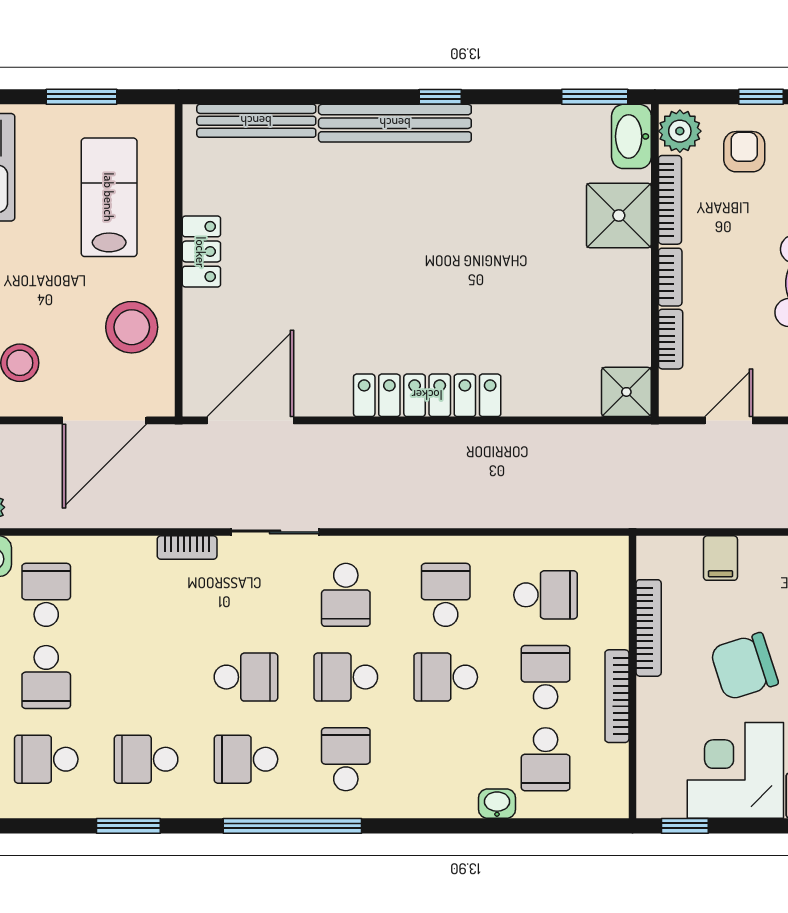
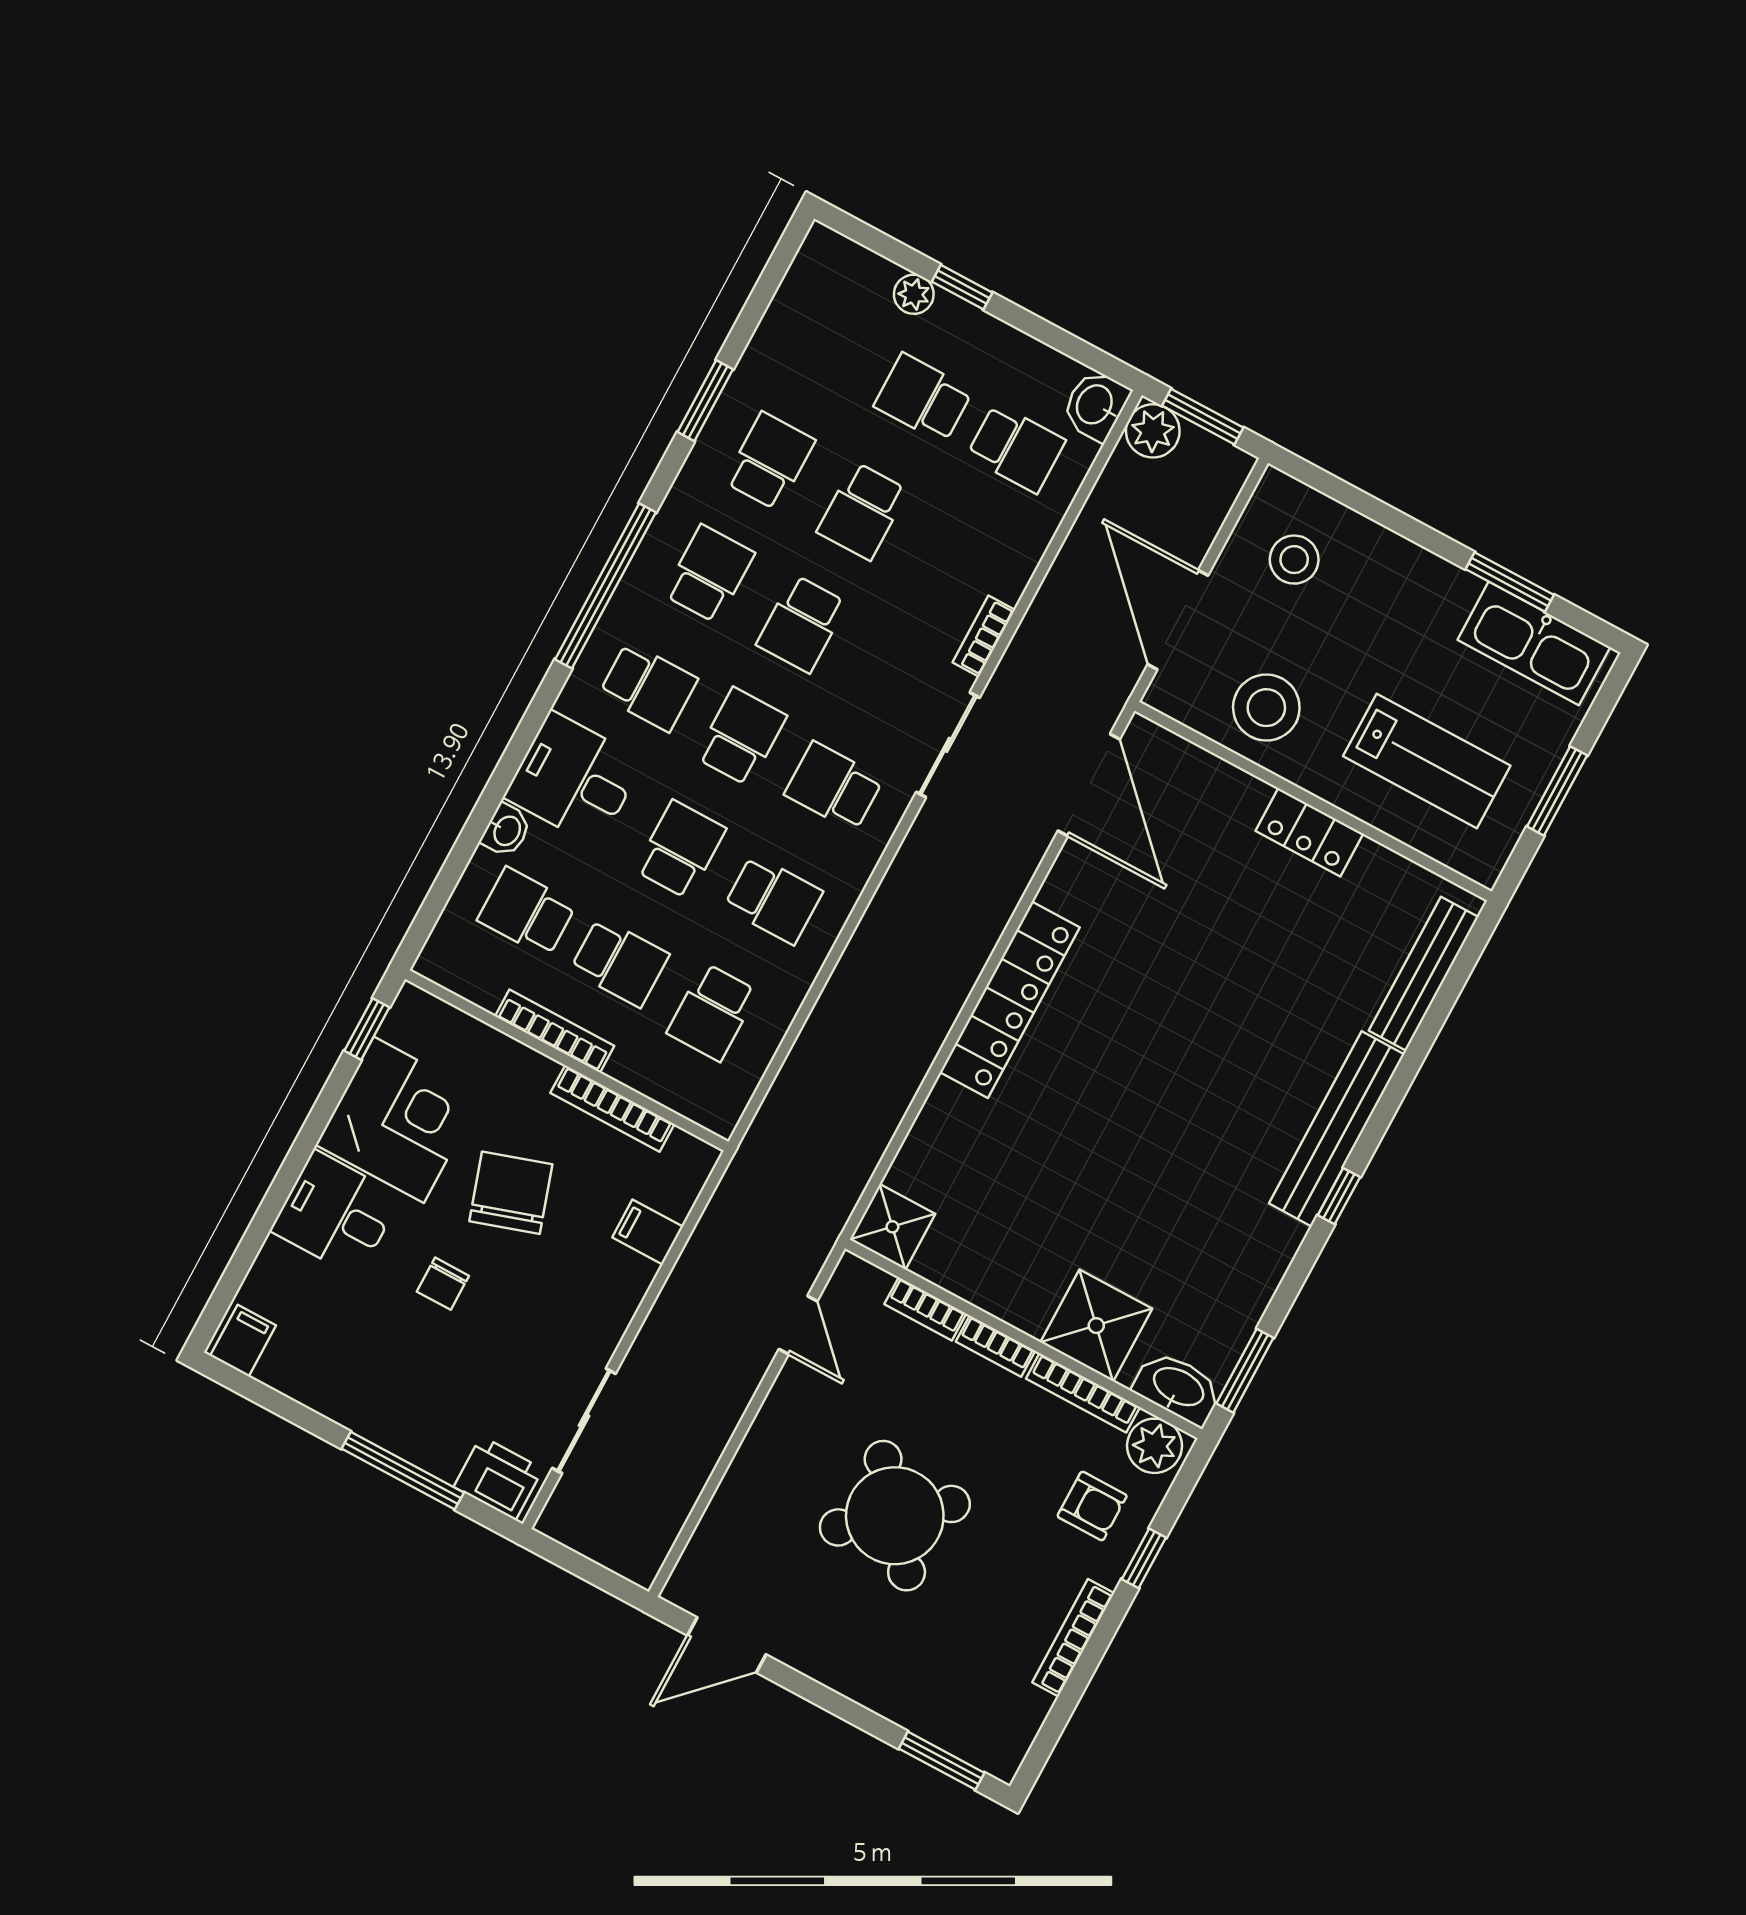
school desk: (46, 759) -> (863, 511), moved, turned 180
desk: (437, 776) -> (574, 779), added

